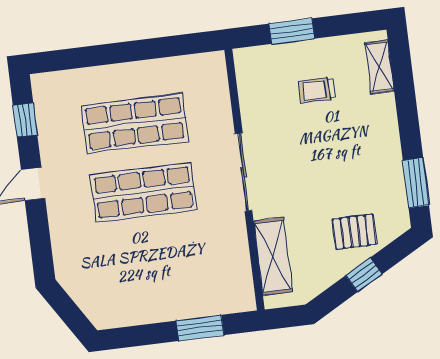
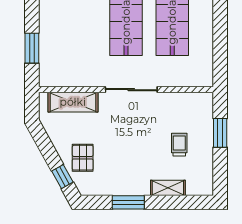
shelving: (379, 67) -> (168, 188), moved
window: (416, 183) -> (128, 202), moved
window: (364, 275) -> (62, 177), moved

